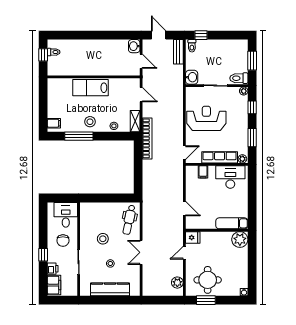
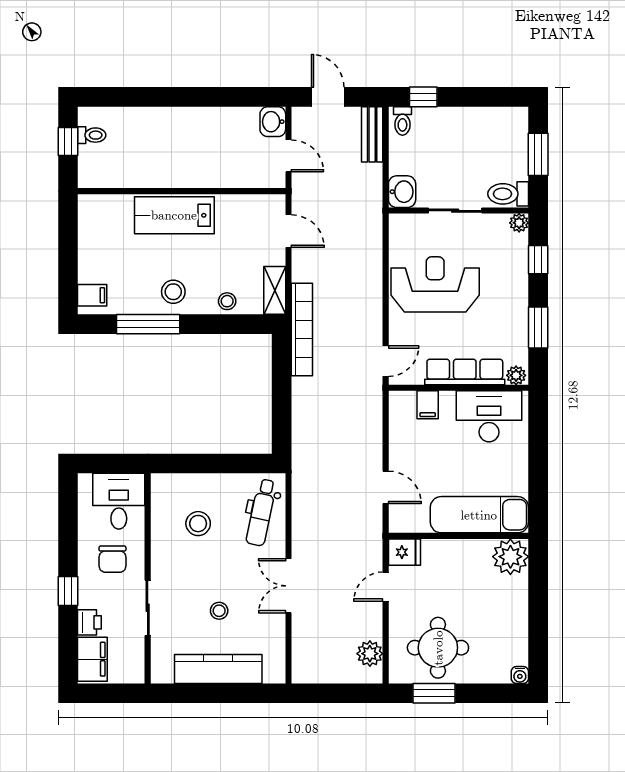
exam couch: (232, 223) -> (479, 515), width x1.36, depth x1.45
stool: (103, 239) -> (198, 524), moved

